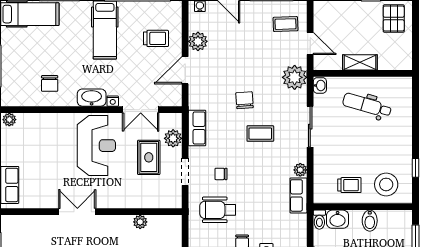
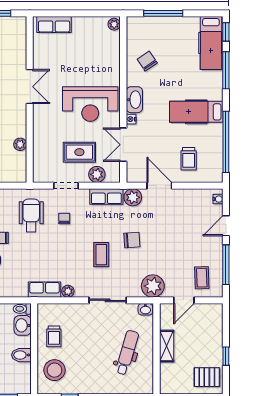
plant: (198, 41) -> (133, 197), moved
chair: (50, 83) -> (147, 61), turned 56

